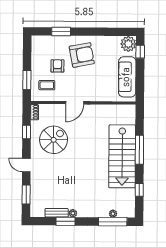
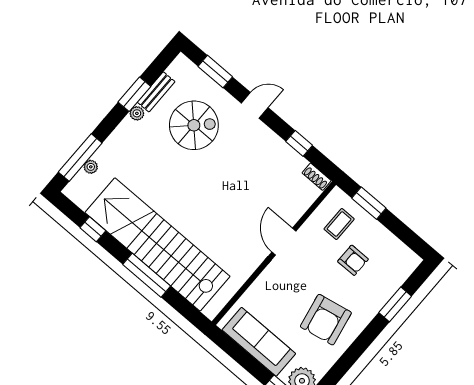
armchair: (82, 55) -> (326, 320), moved
spiral stairs: (54, 140) -> (194, 125), moved, turned -90
stairs: (122, 156) -> (157, 244), width x1.36

